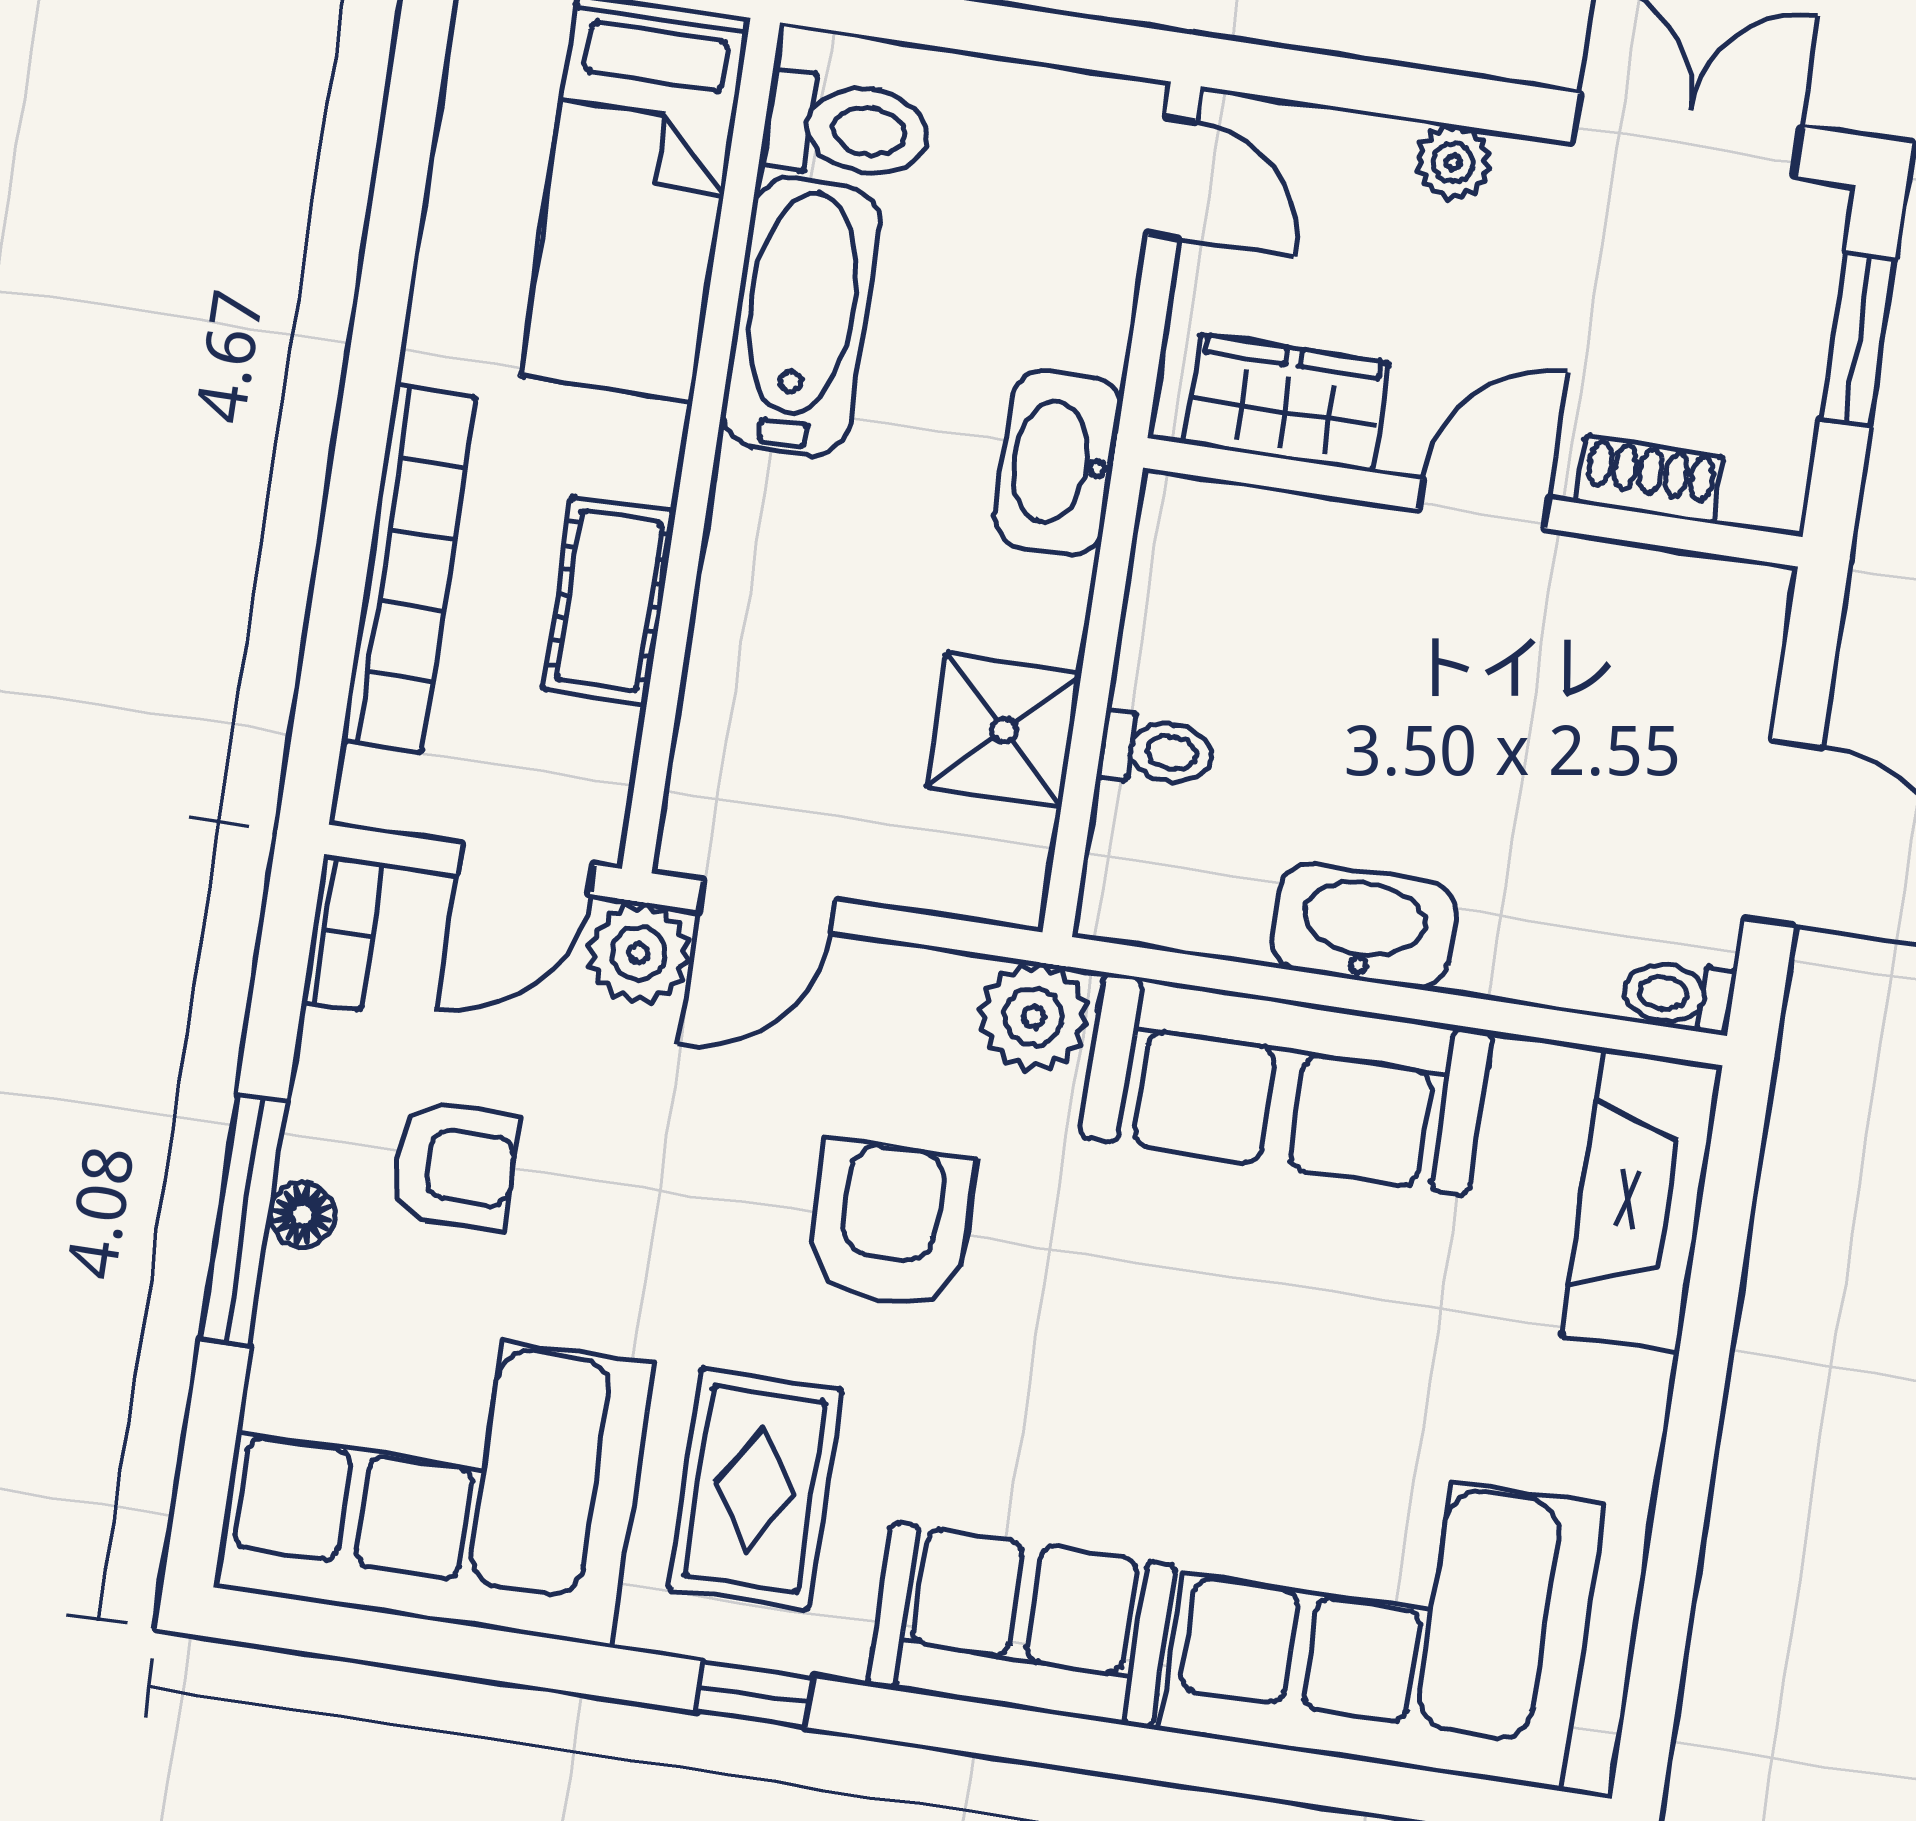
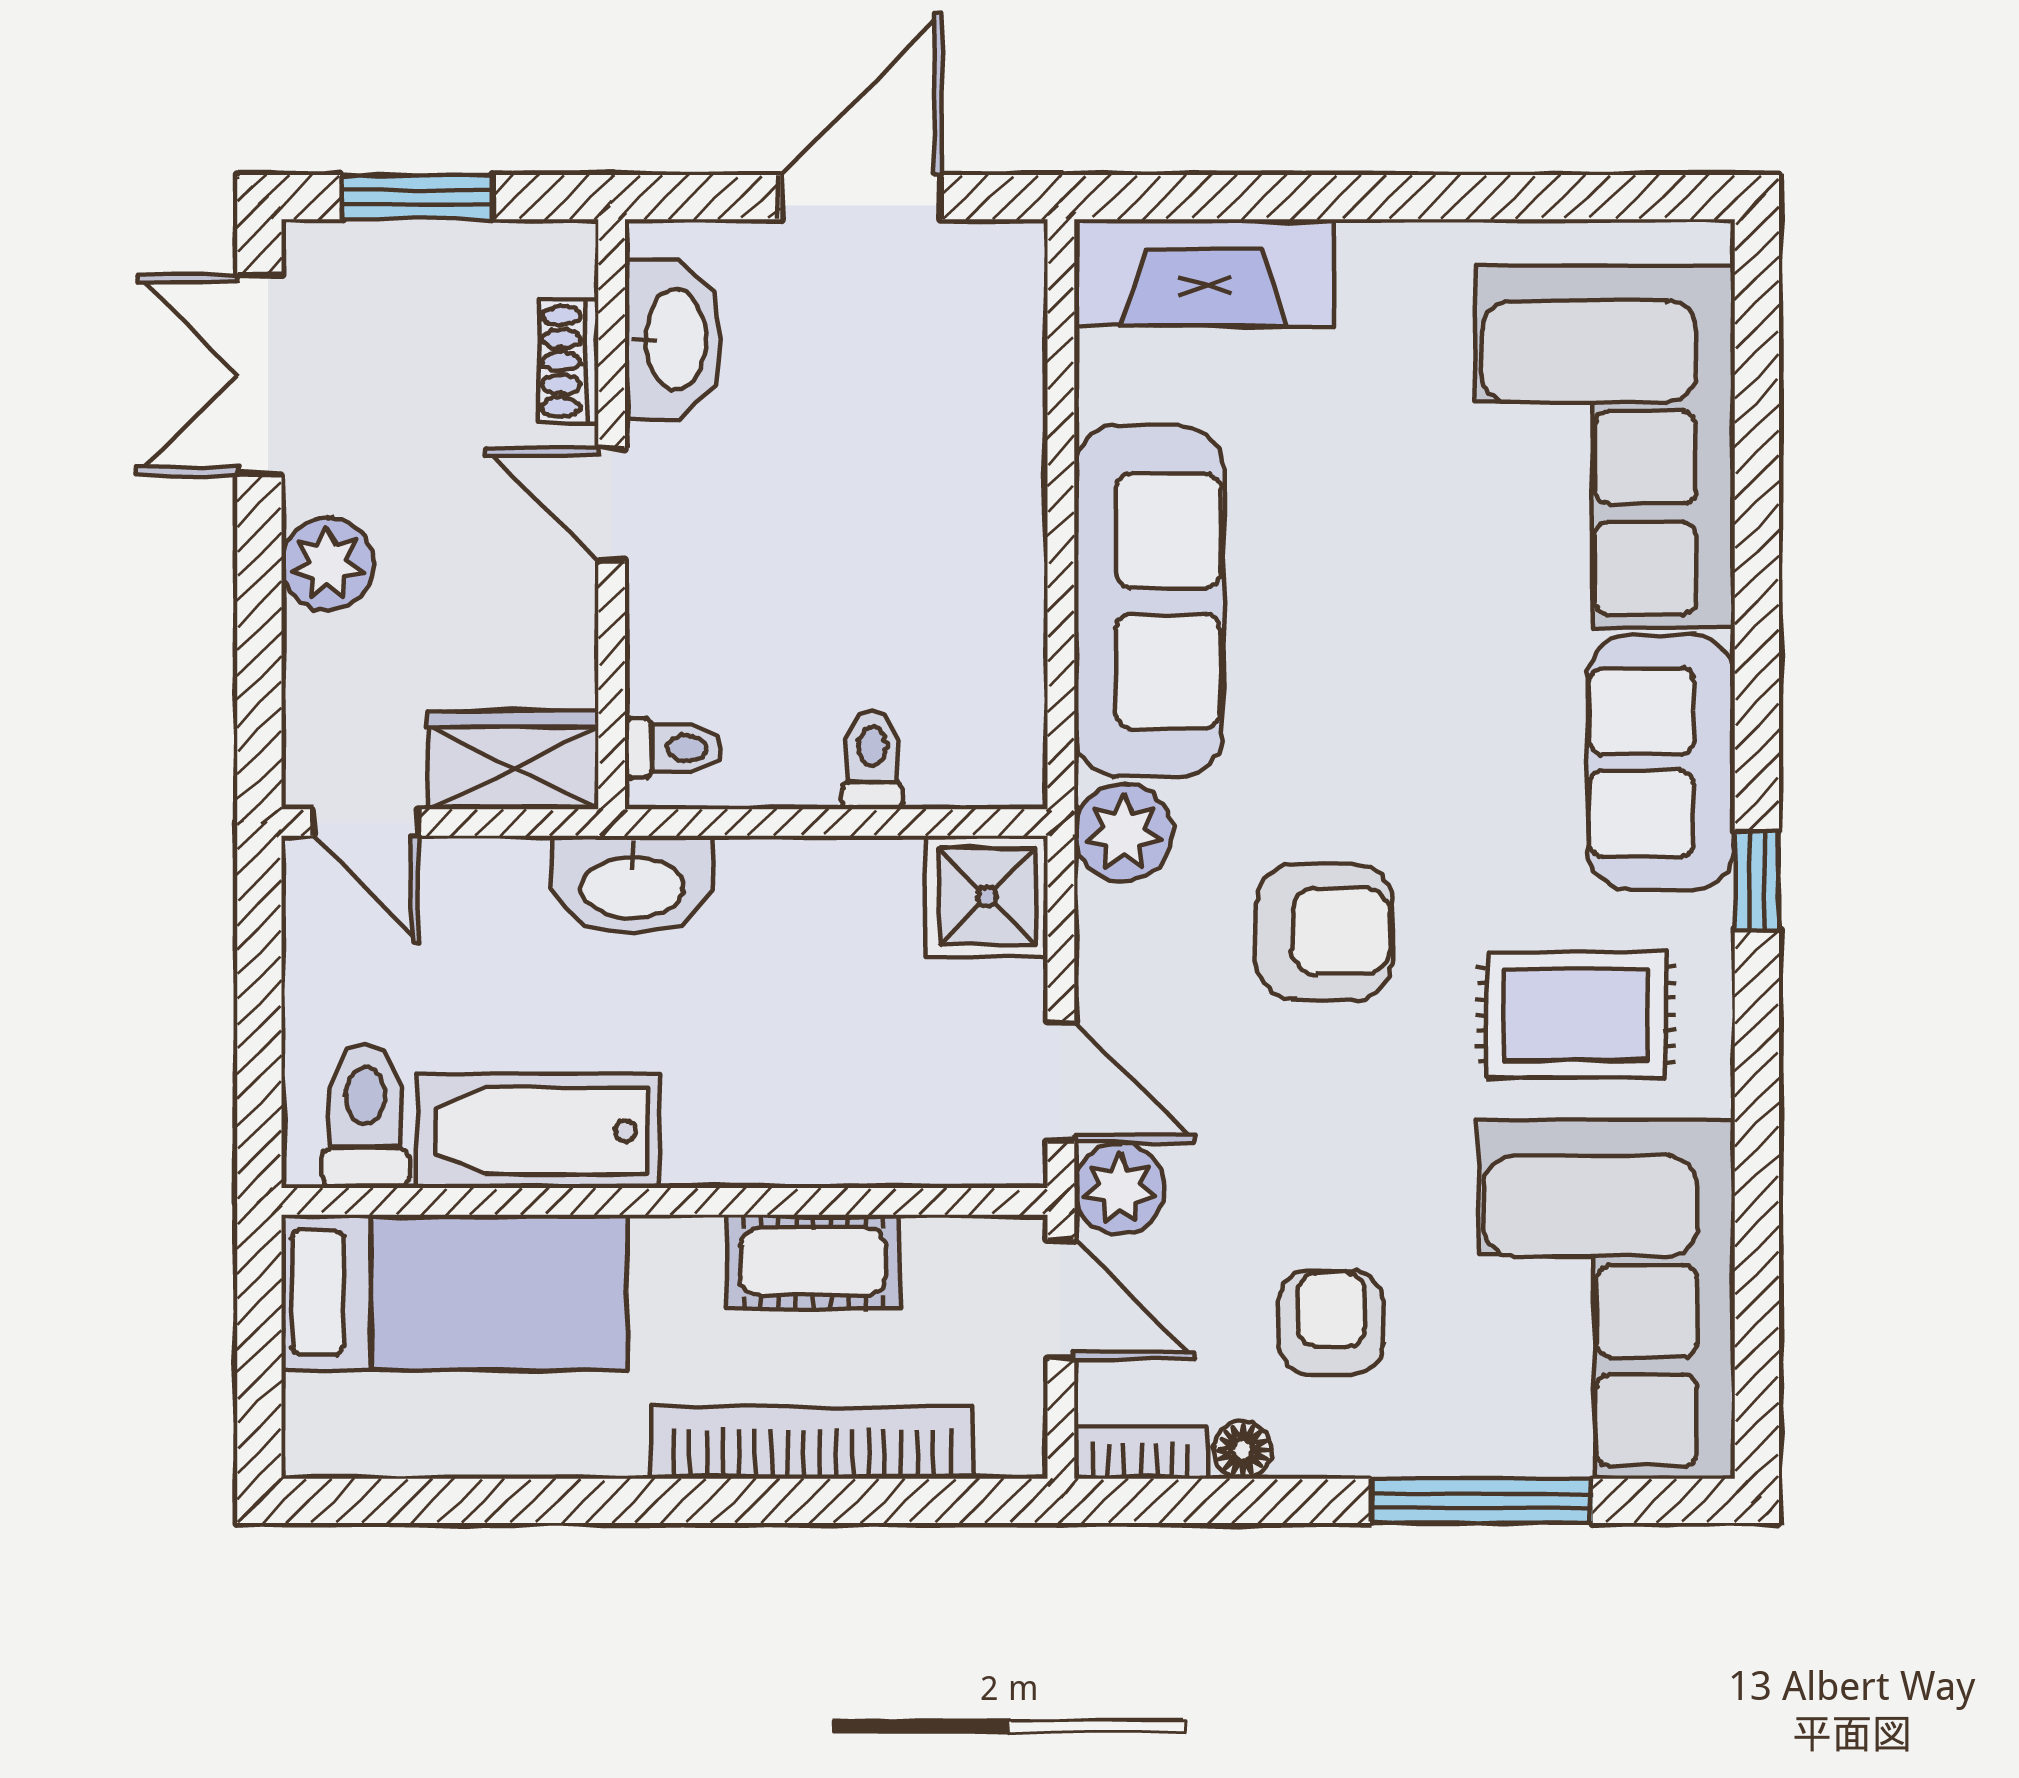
plant: (1453, 162) -> (327, 564), width x1.38, depth x1.38
door: (1172, 178) -> (366, 823), swing flipped
wardrobe: (1286, 403) -> (513, 760), moved, turned 90
shower: (1004, 730) -> (987, 897), moved
washbasin: (1364, 926) -> (673, 340), moved, turned 180
toilet: (1679, 995) -> (673, 748), moved, turned -90
floor lamp: (302, 1215) -> (1243, 1450), moved
window: (244, 1221) -> (1482, 1501), moved
armchair: (890, 1224) -> (1324, 931), turned 180
window: (755, 1694) -> (1757, 881), moved

